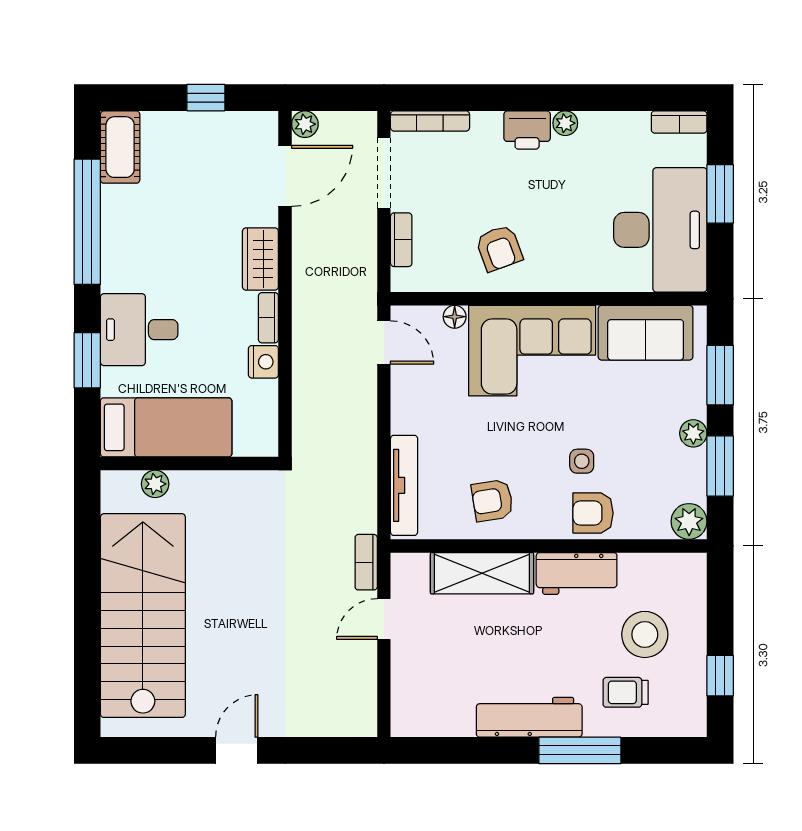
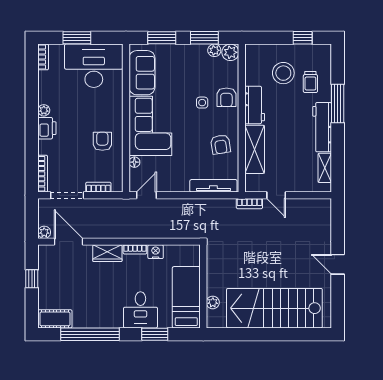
armchair: (499, 248) -> (102, 141), turned -70
plant: (693, 433) -> (214, 50), moved
shelving: (442, 723) -> (325, 168), added

